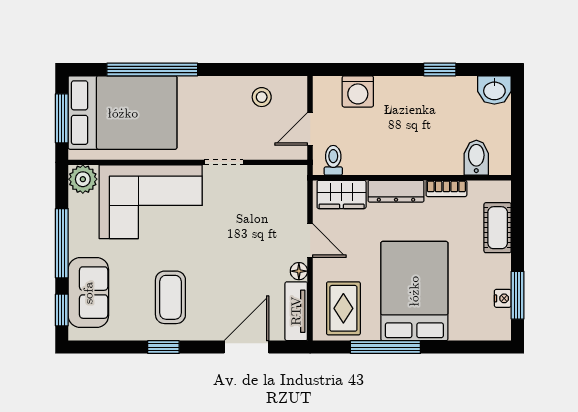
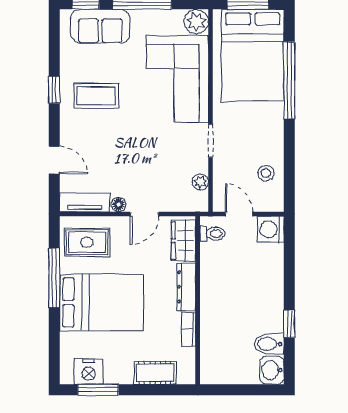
washing machine: (358, 91) -> (271, 229), moved
bidet: (476, 158) -> (269, 344), moved, turned 180
plant: (272, 175) -> (200, 182), added
nightstand: (503, 298) -> (89, 372), width x1.89, depth x1.79
door: (246, 347) -> (54, 160), width x0.73

